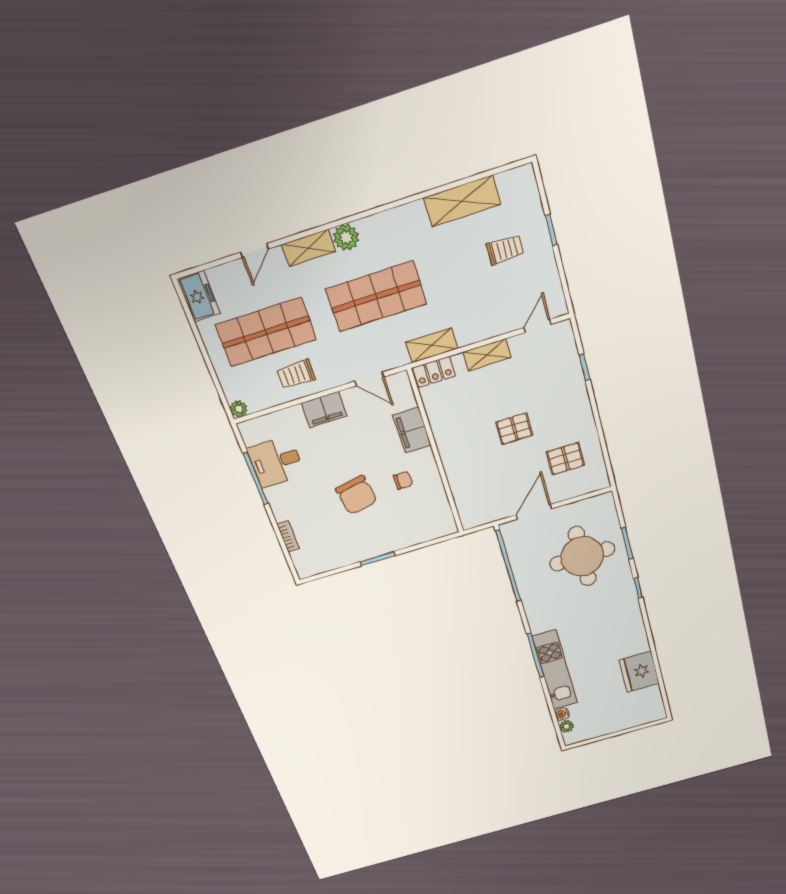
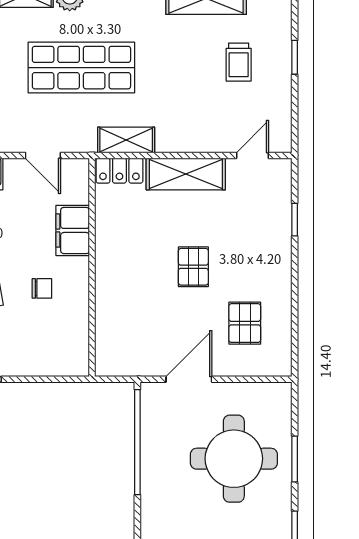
trolley: (505, 250) -> (239, 62), turned 90
shelving: (487, 355) -> (186, 174), width x1.50, depth x1.33
pallet: (514, 429) -> (193, 267), turned 90
pallet: (565, 459) -> (245, 323), turned 90

